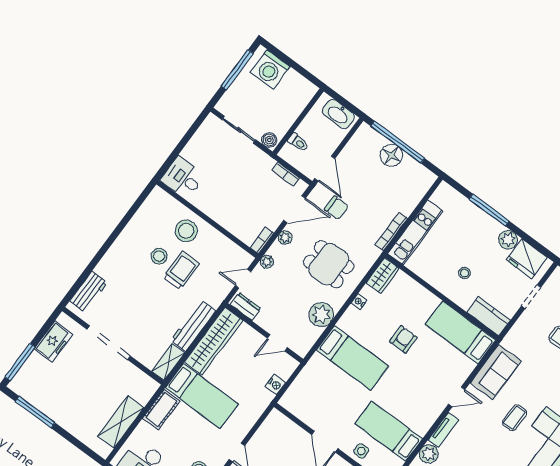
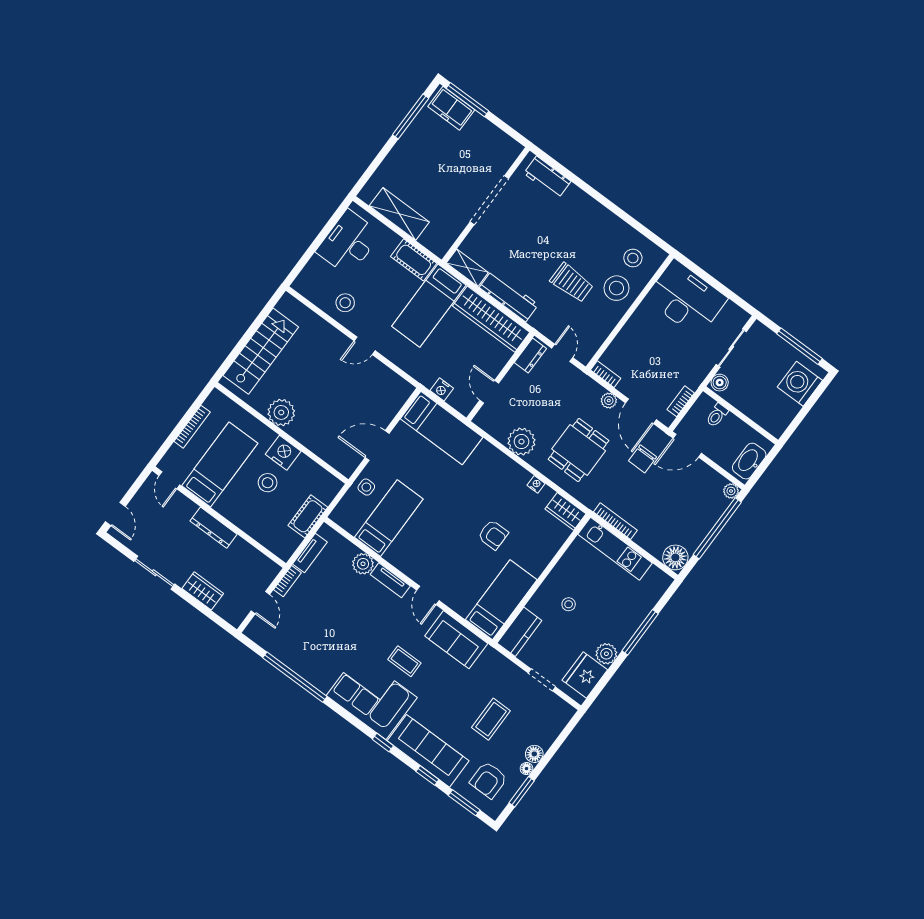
floor lamp: (391, 155) -> (675, 557), moved
desk: (183, 178) -> (686, 298), width x1.87, depth x1.30
stool: (159, 256) -> (633, 258), moved
plant: (267, 262) -> (731, 491), moved
freezer: (54, 342) -> (451, 108), moved
bed: (352, 358) -> (442, 428), moved, turned -90

